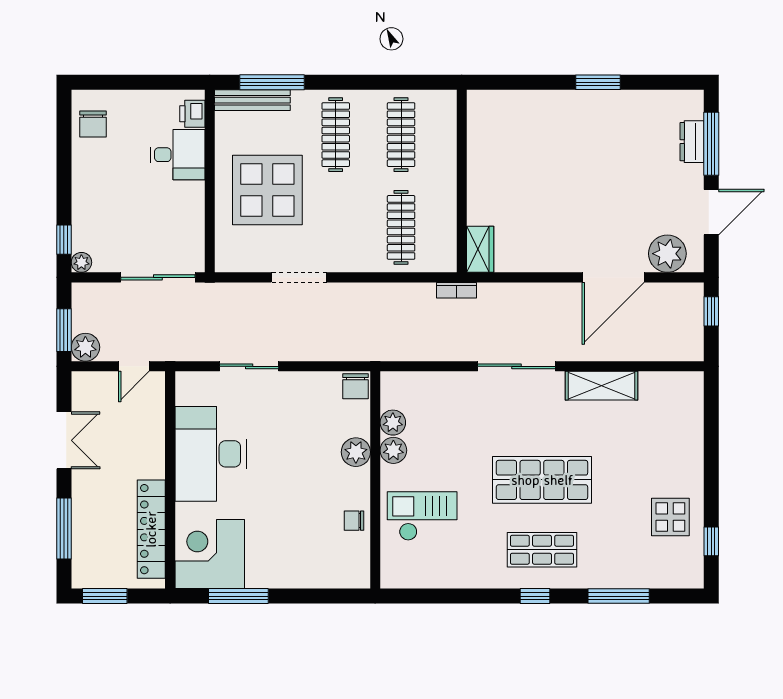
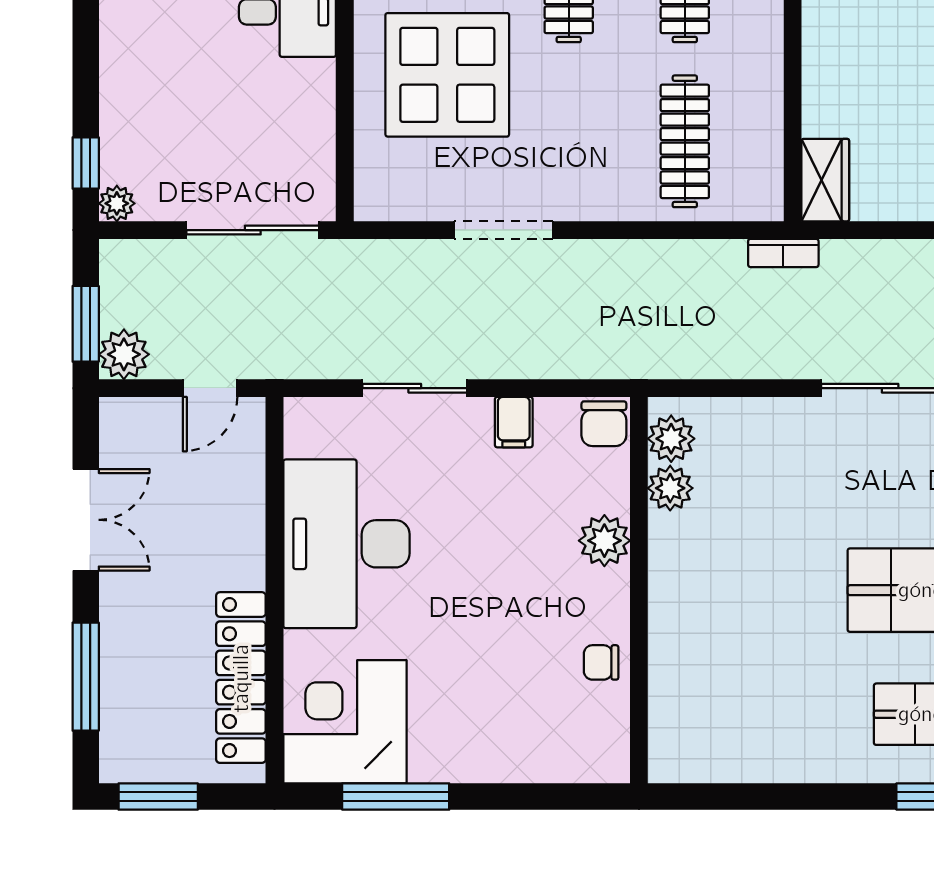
filing cabinet: (305, 385) -> (514, 422), added
plant: (393, 450) -> (671, 439), moved
checkout: (422, 516) -> (722, 654), removed

